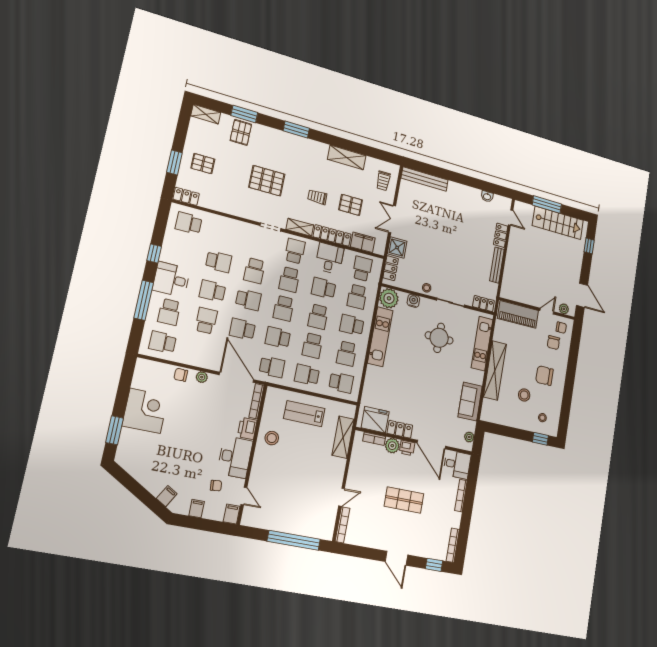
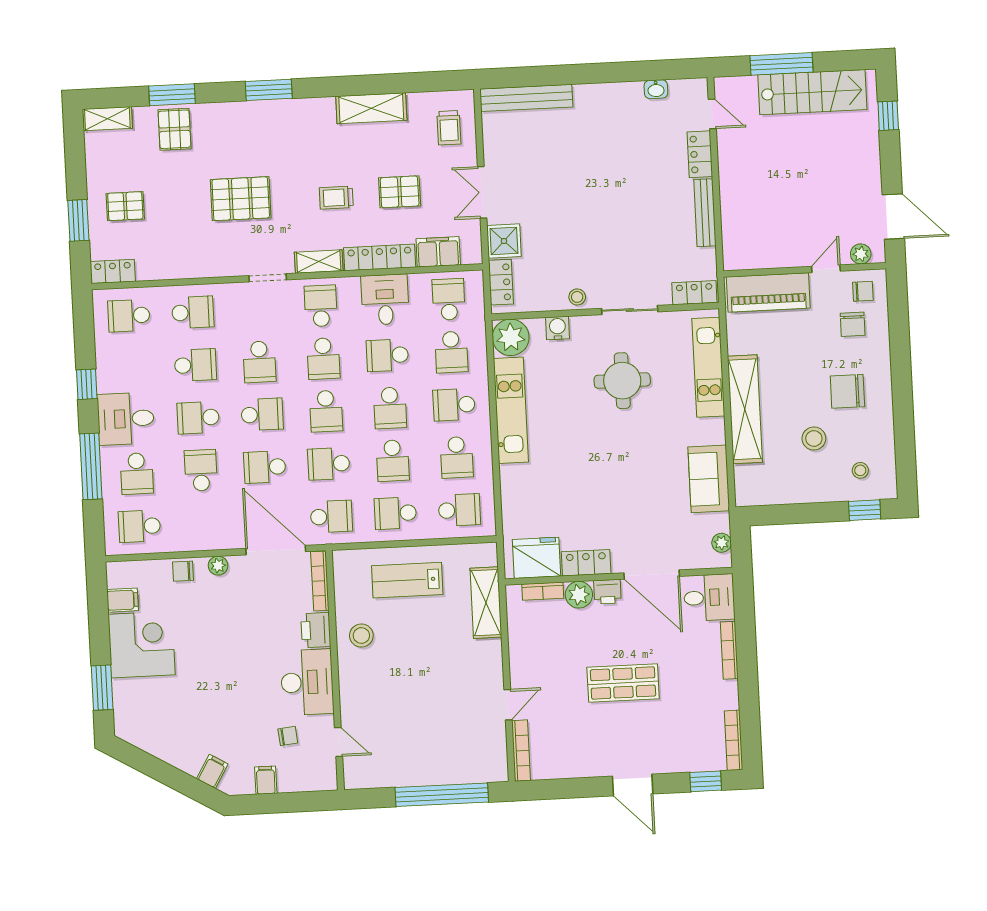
school desk: (225, 233) -> (193, 312), added
filing cabinet: (232, 514) -> (123, 600), moved, turned 90

